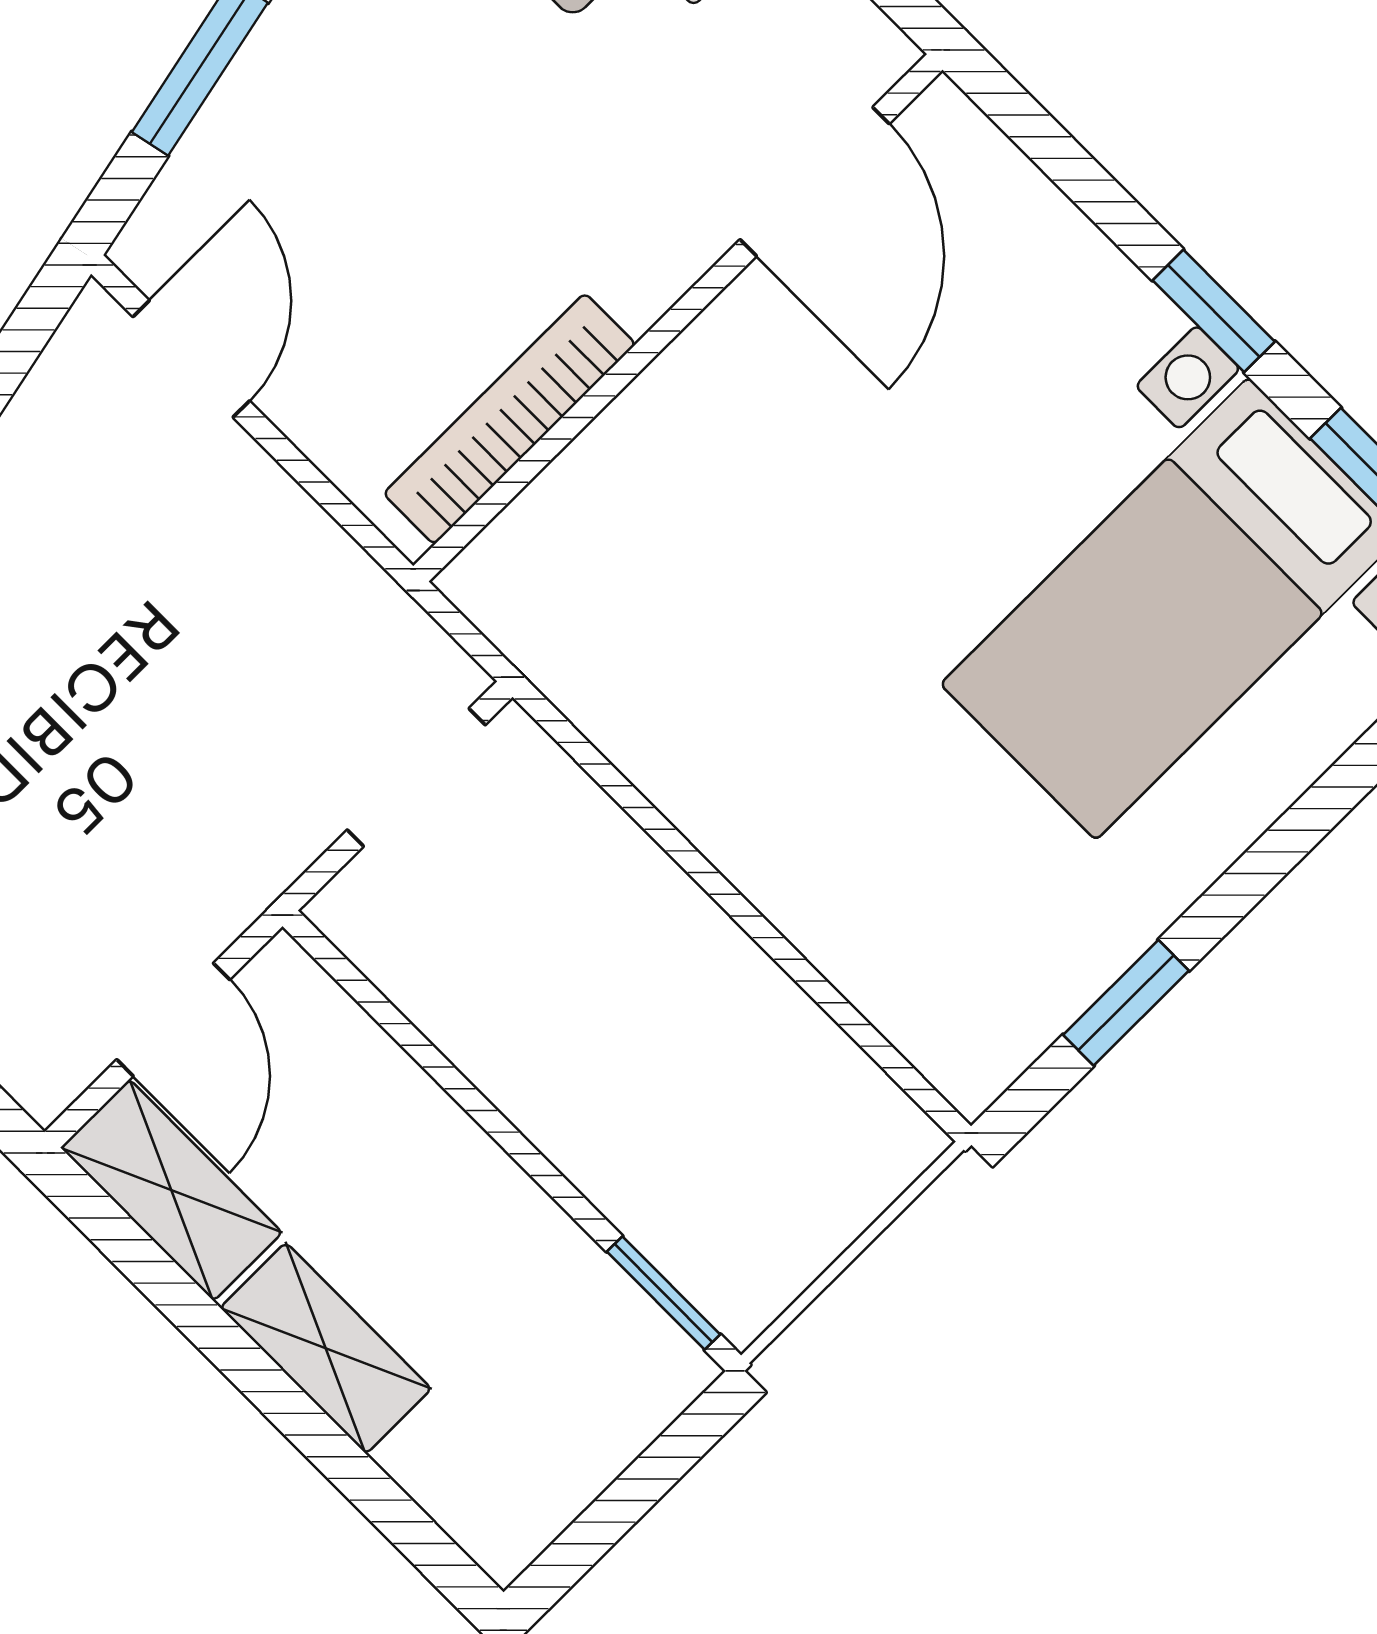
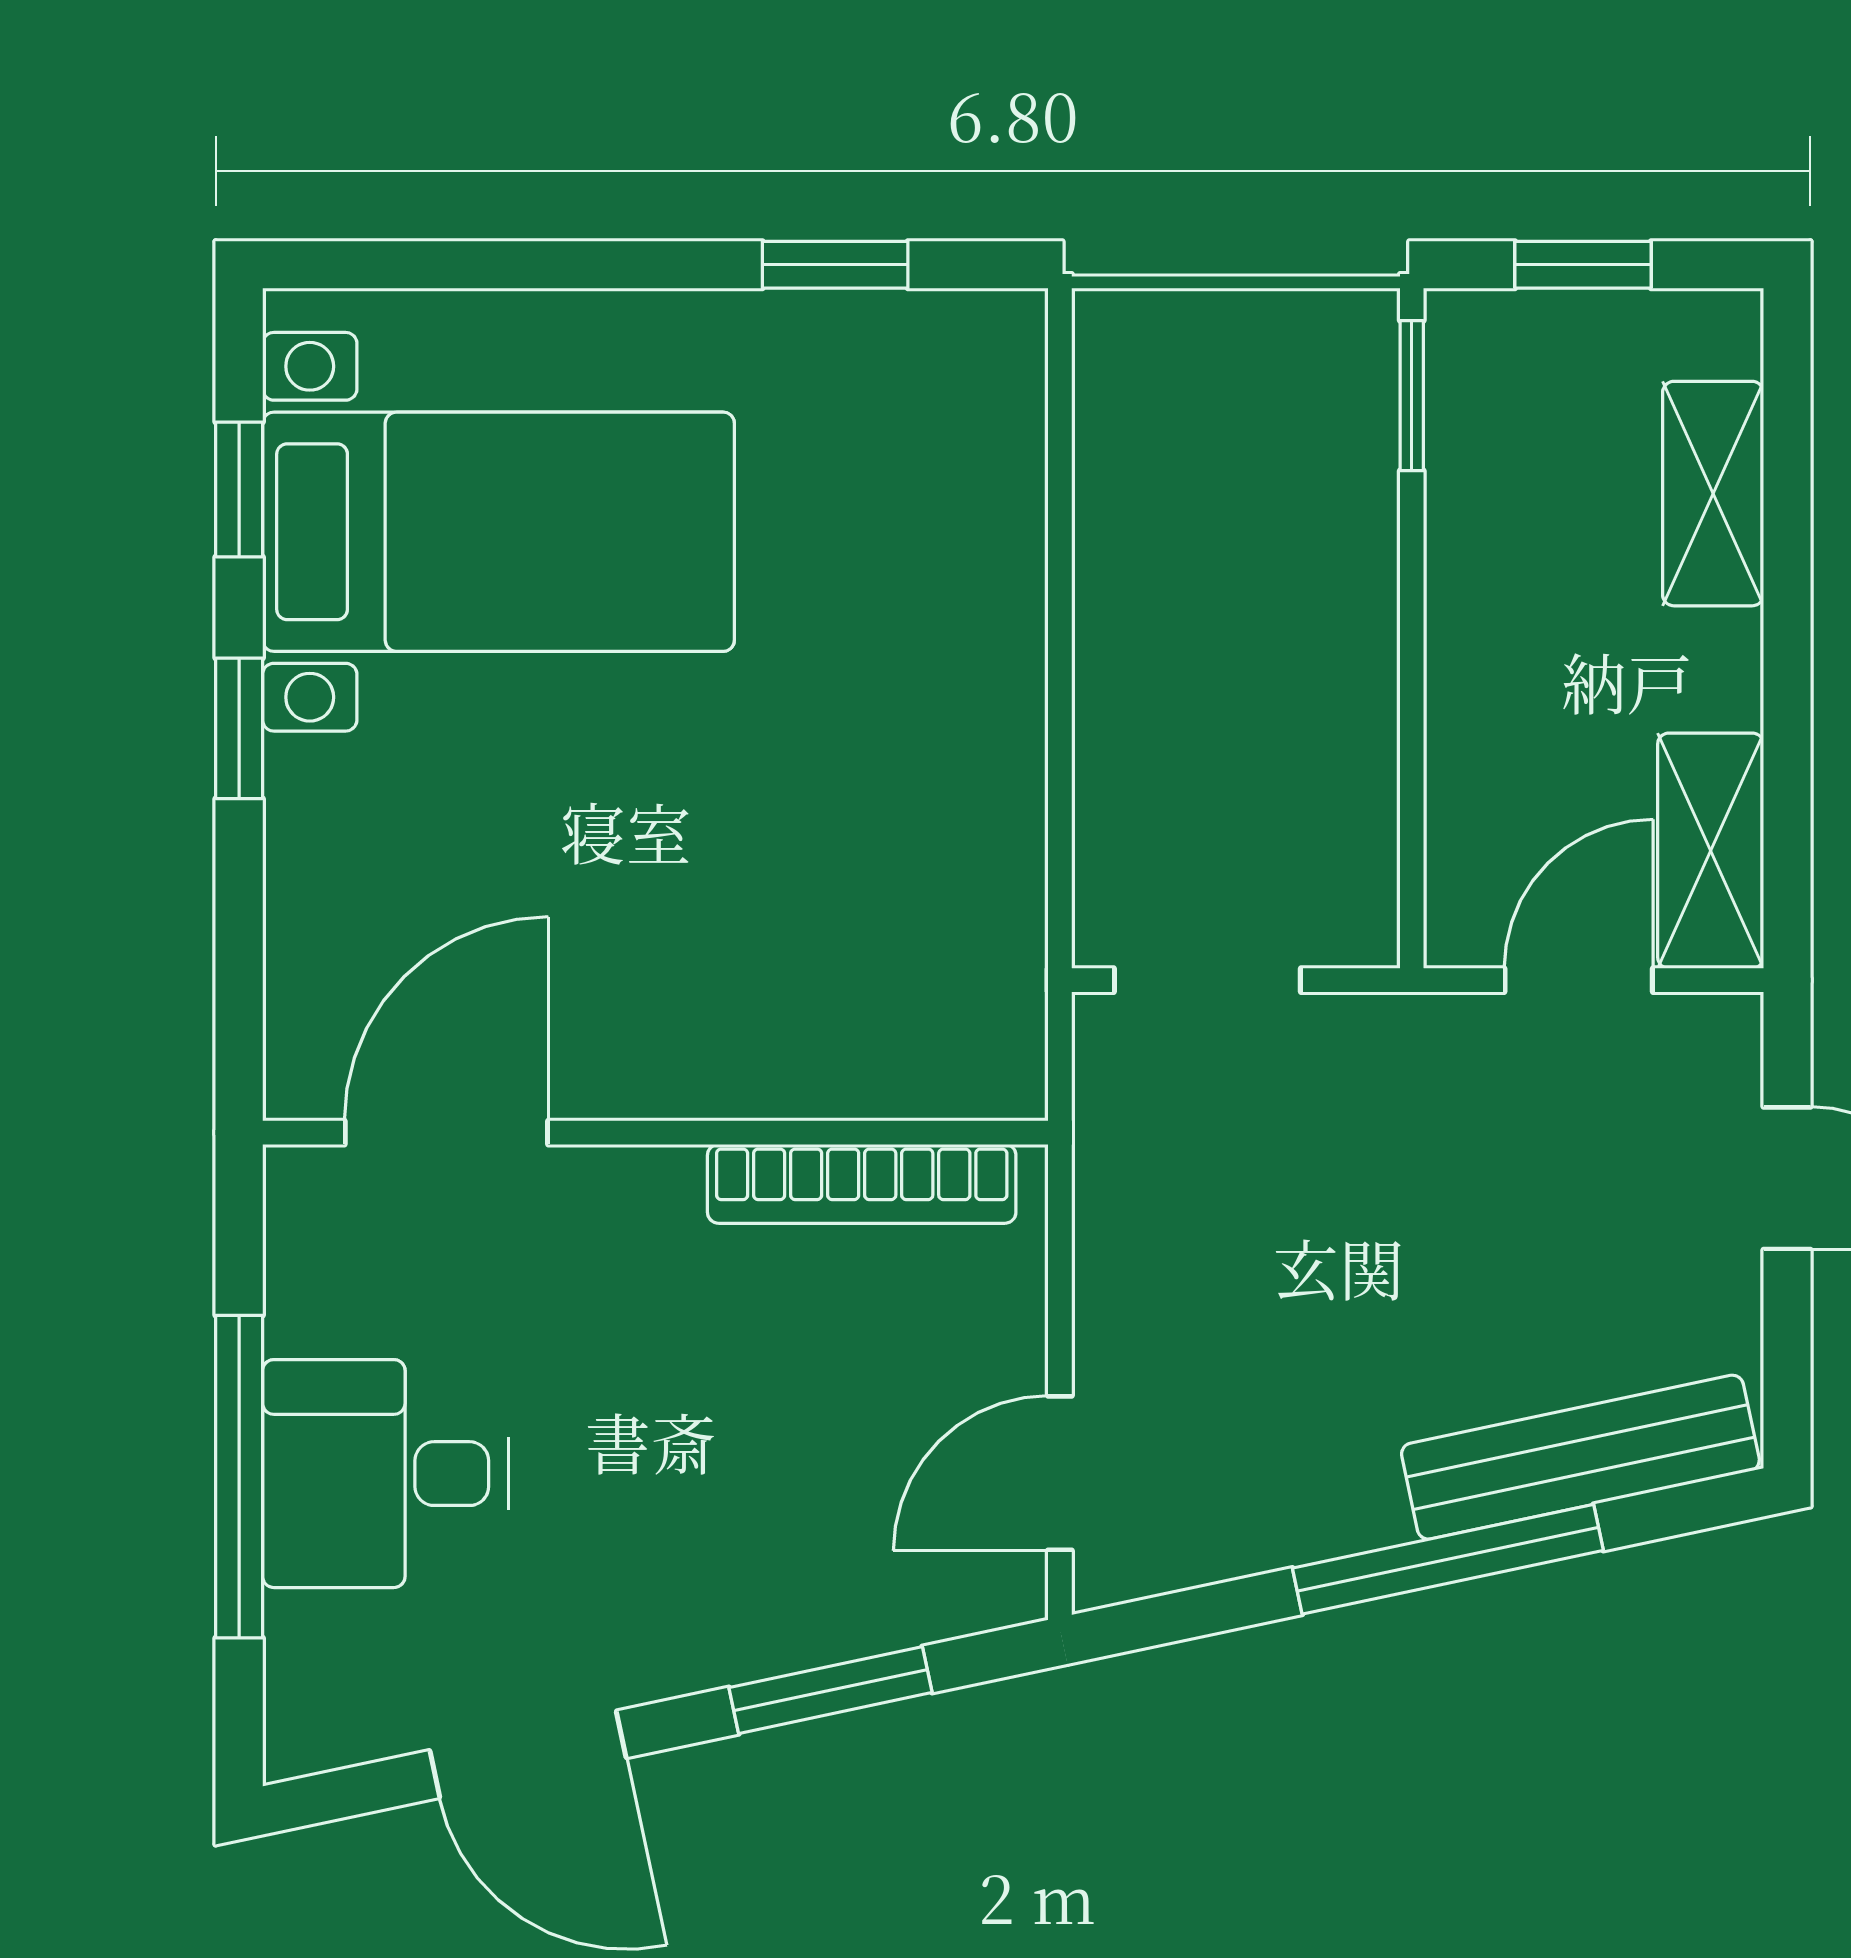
shelving: (326, 1348) -> (1713, 494), moved
window: (637, 1490) -> (1583, 265), added

